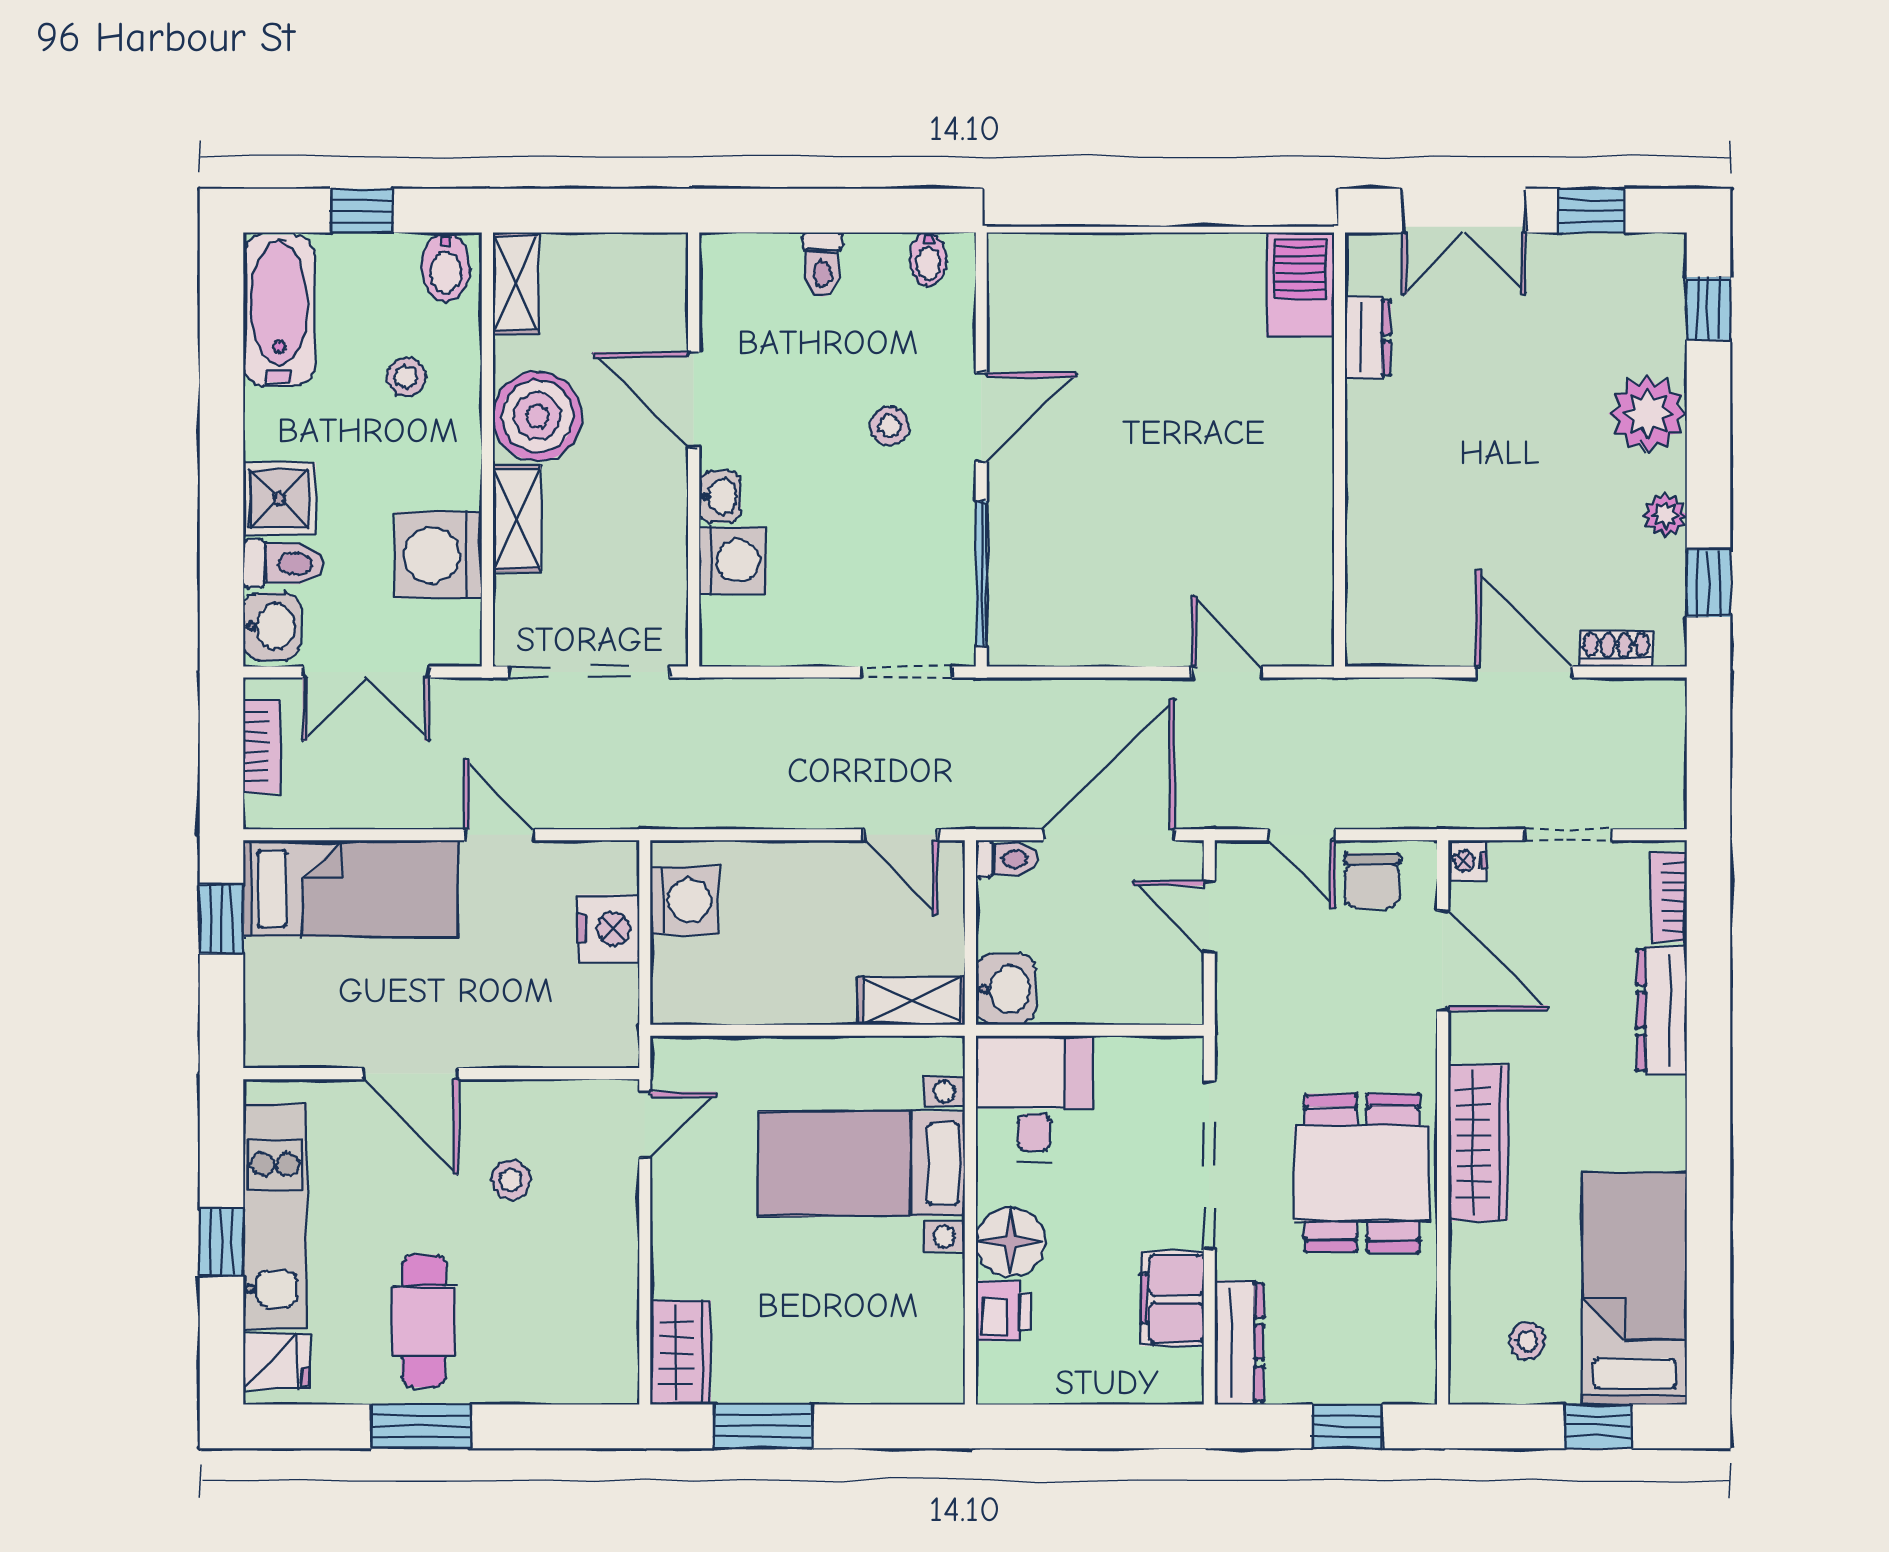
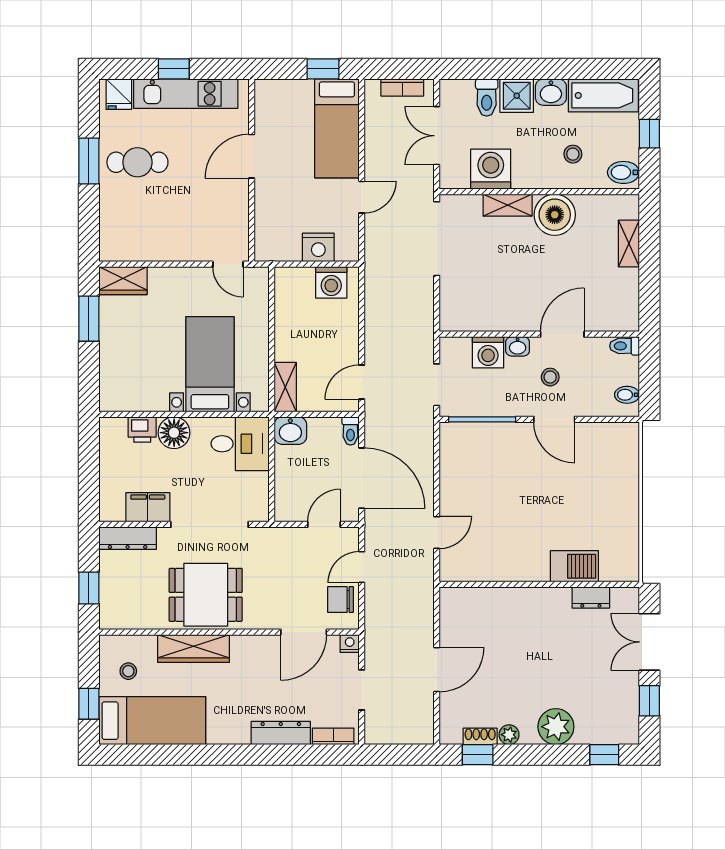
shelving: (516, 283) -> (629, 244), moved, turned 90
barbecue: (1300, 284) -> (574, 566), moved
door: (694, 400) -> (562, 334), moved
wall: (694, 449) -> (539, 334), moved
washbasin: (720, 497) -> (518, 346), moved
washing machine: (733, 561) -> (488, 352), moved
washbasin: (272, 626) -> (551, 92), moved
shoe rack: (1616, 649) -> (480, 736), moved, turned -90
wardrobe: (1478, 1143) -> (194, 648), moved
stool: (511, 1180) -> (203, 202), removed

